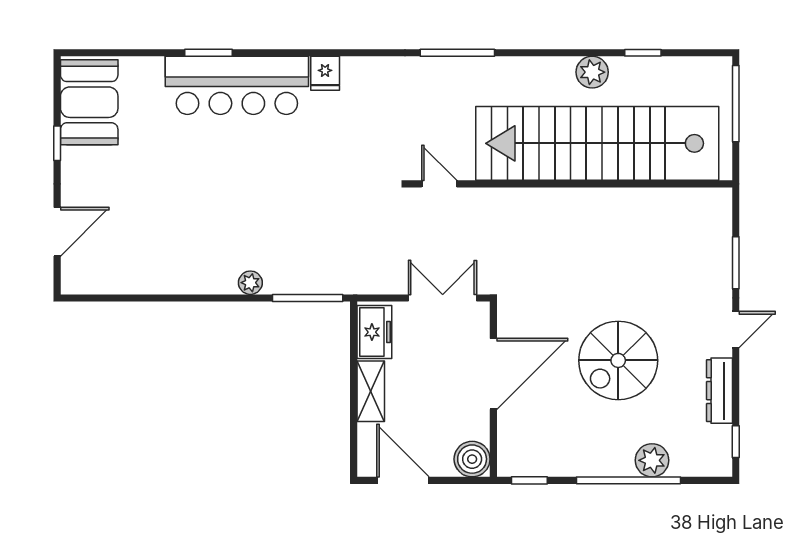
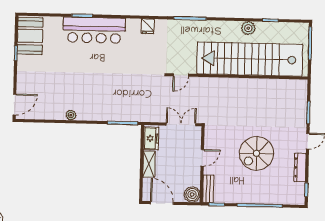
fridge: (325, 73) -> (148, 26), moved
door: (439, 184) -> (181, 75), swing flipped
door: (57, 232) -> (14, 104), moved
plant: (250, 283) -> (71, 115), moved
door: (493, 374) -> (202, 158), width x0.53
bench: (509, 445) -> (208, 189), added
plant: (652, 460) -> (270, 197), removed

